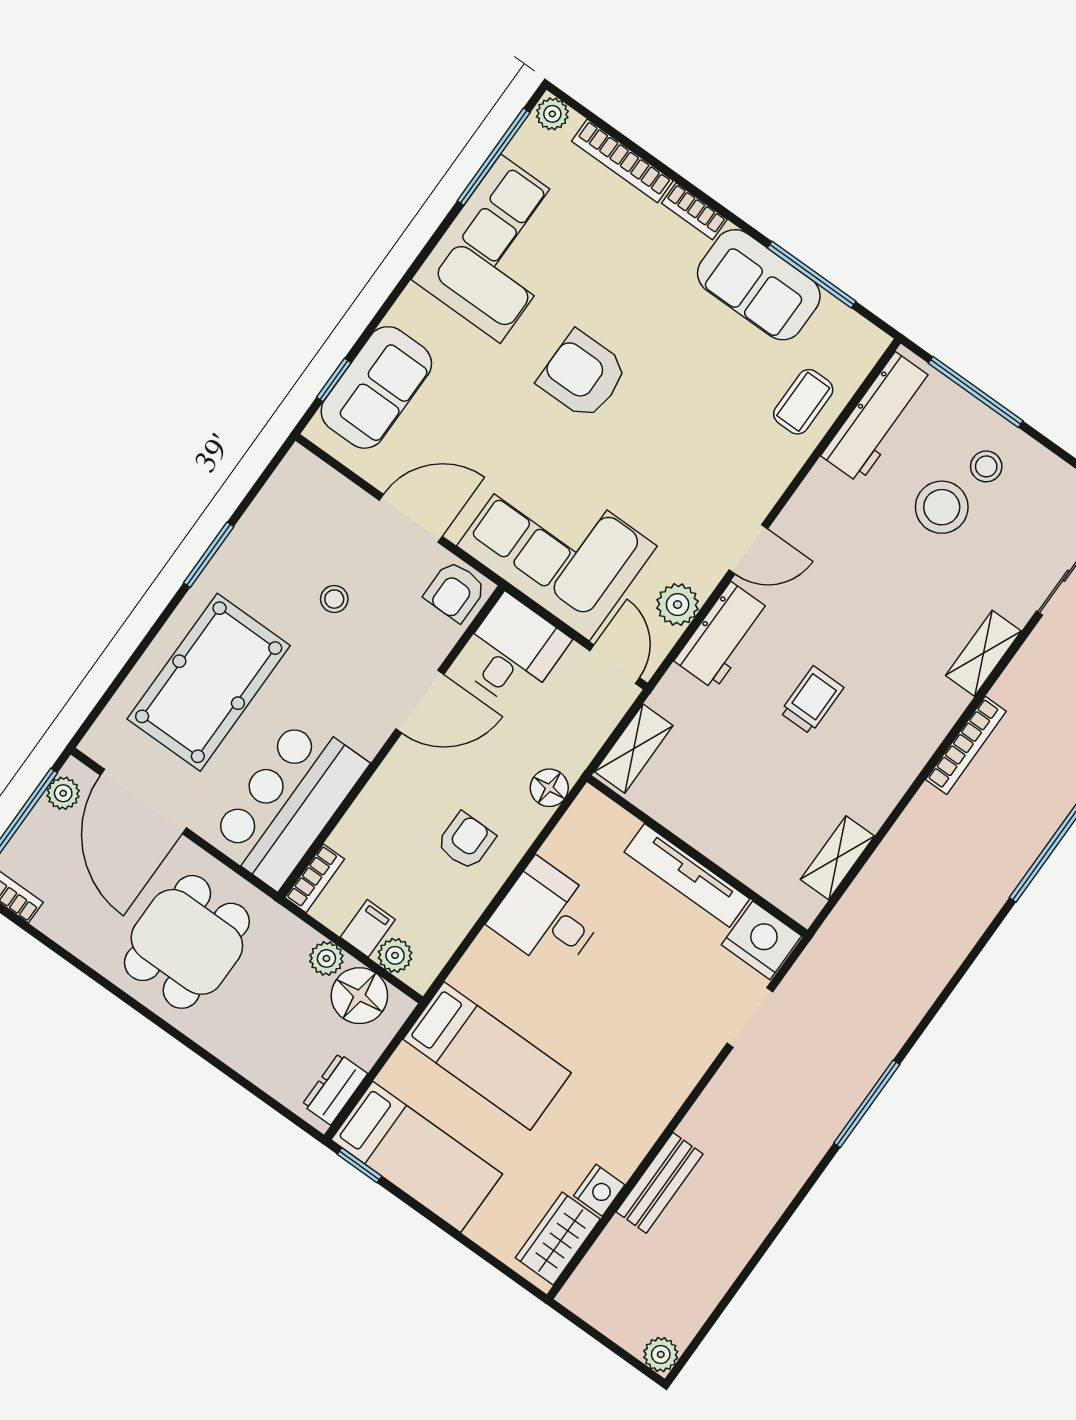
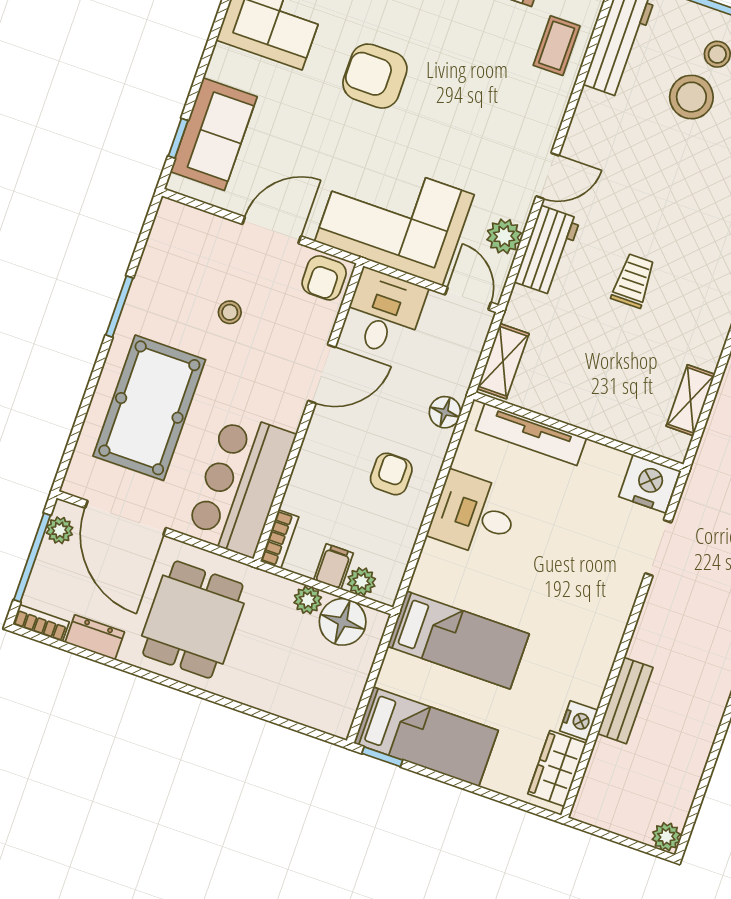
tv unit: (687, 875) -> (531, 434), moved
dresser: (335, 1089) -> (95, 637), moved, turned 90

